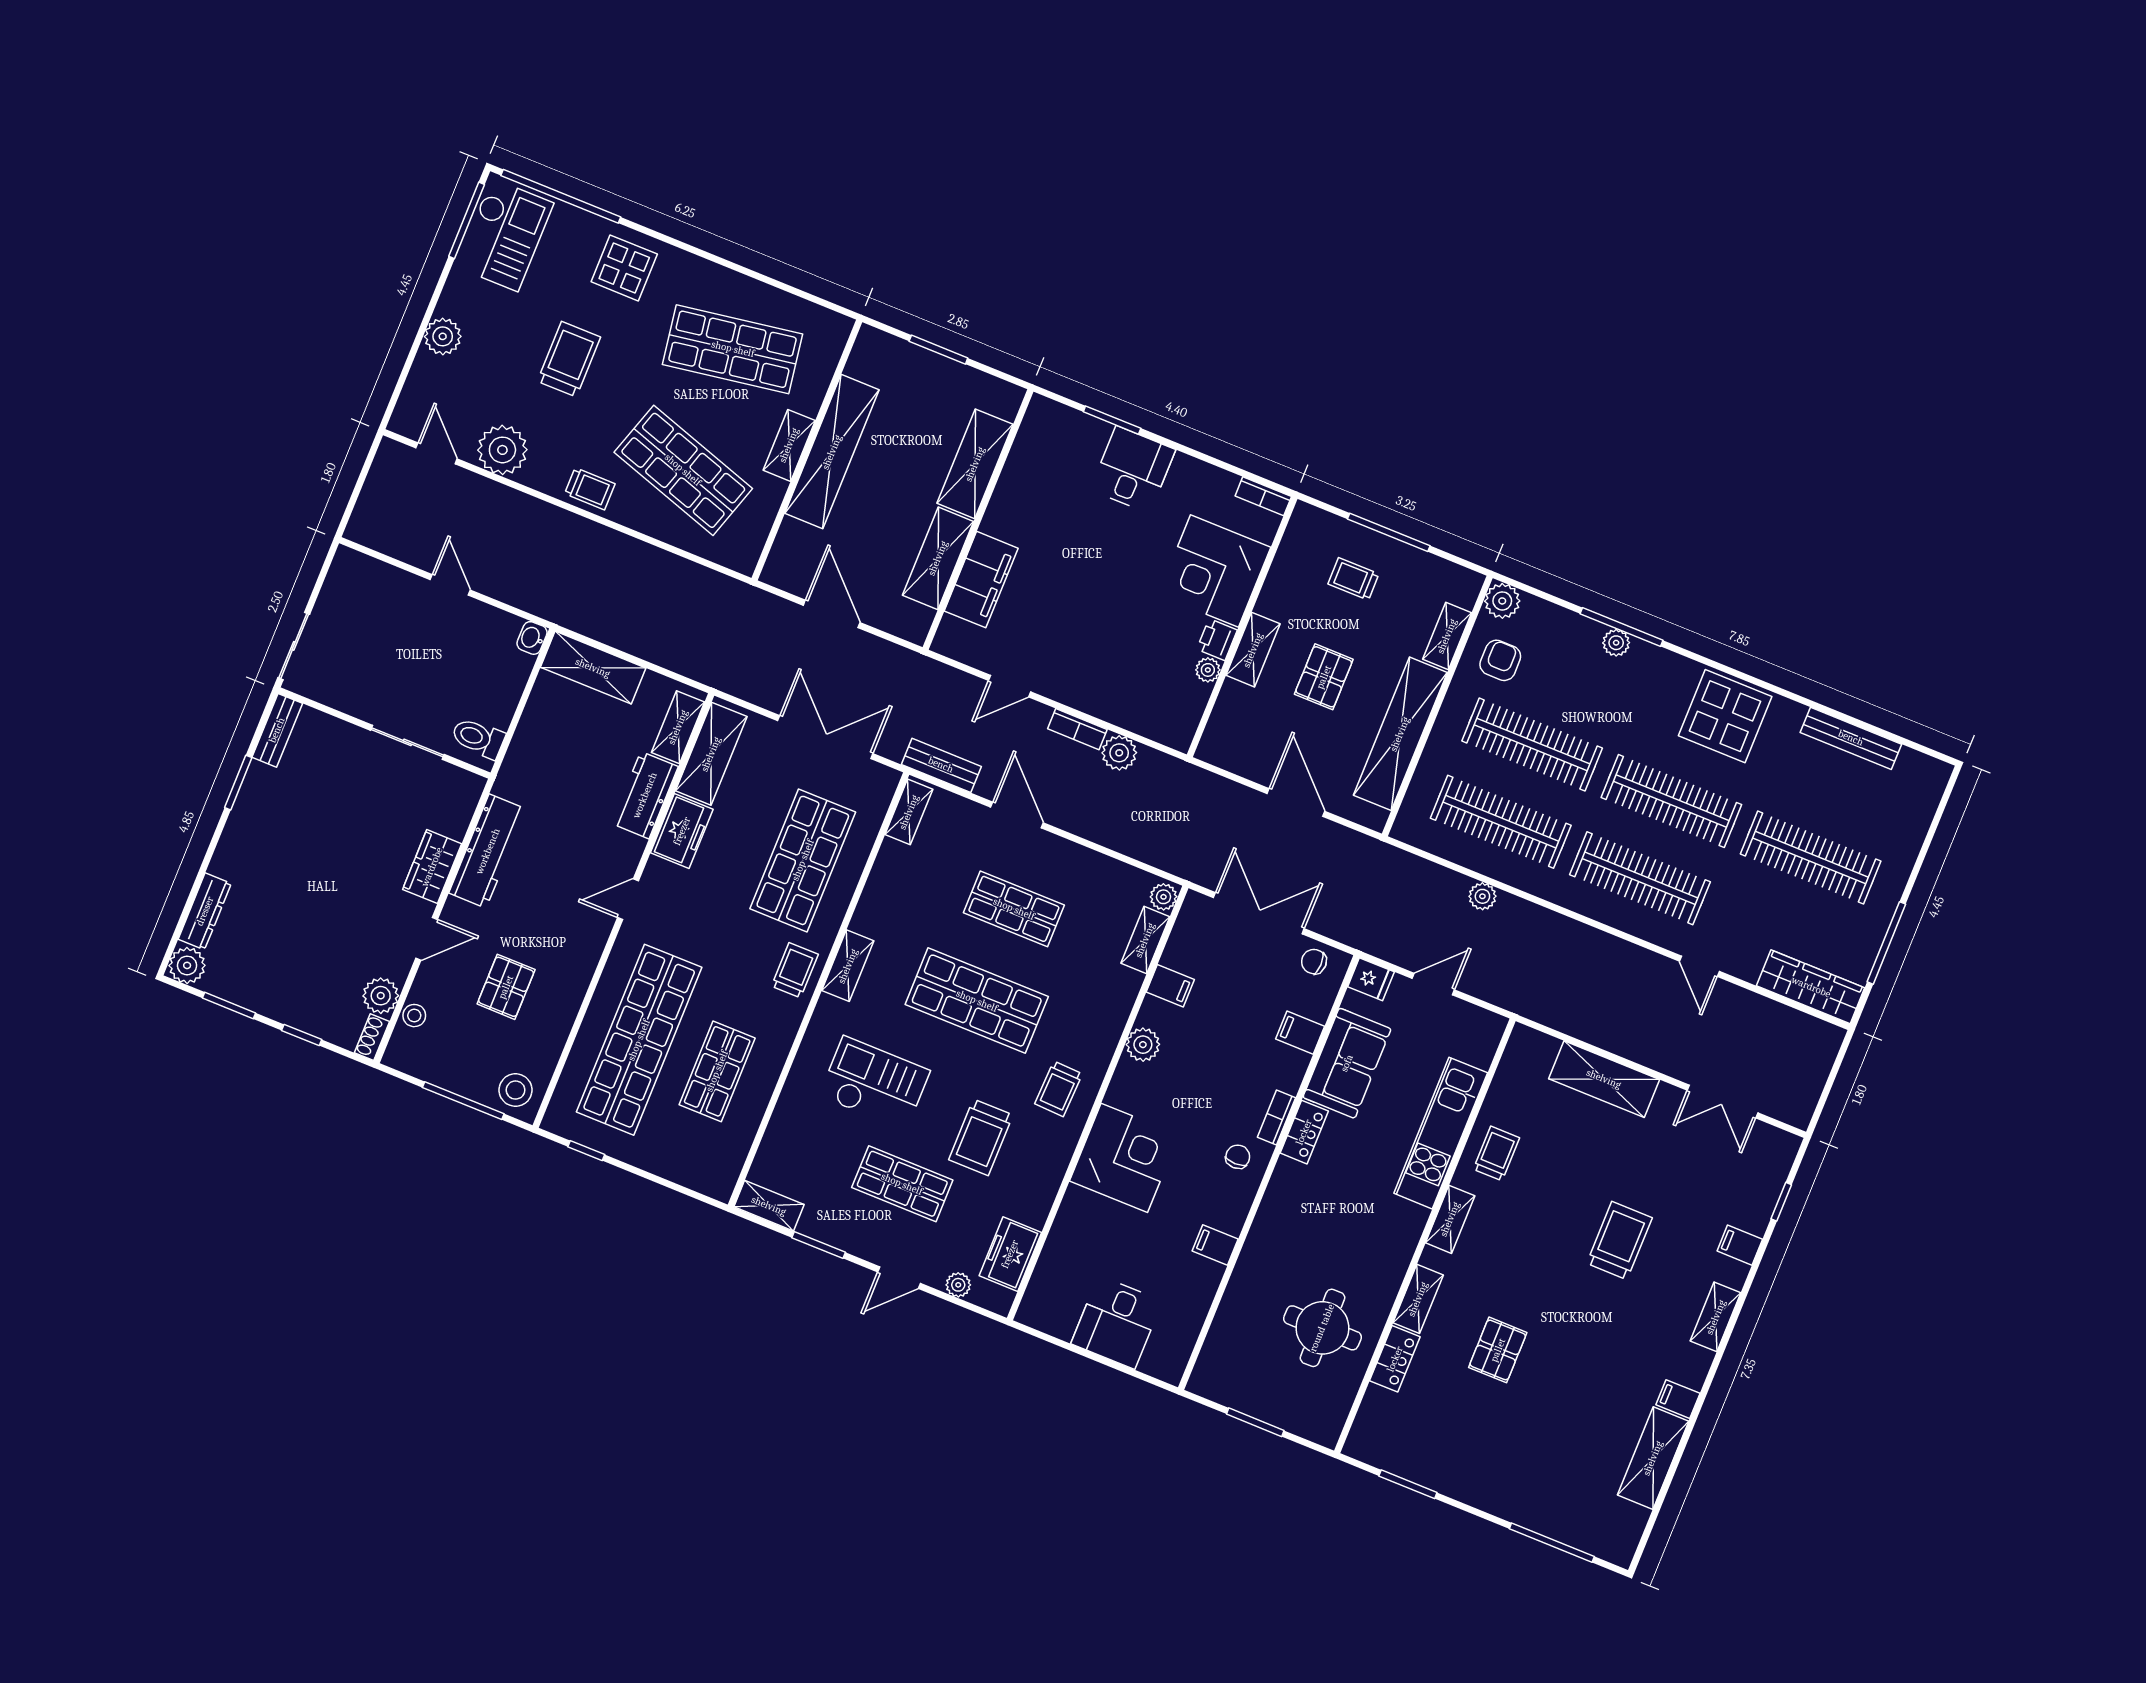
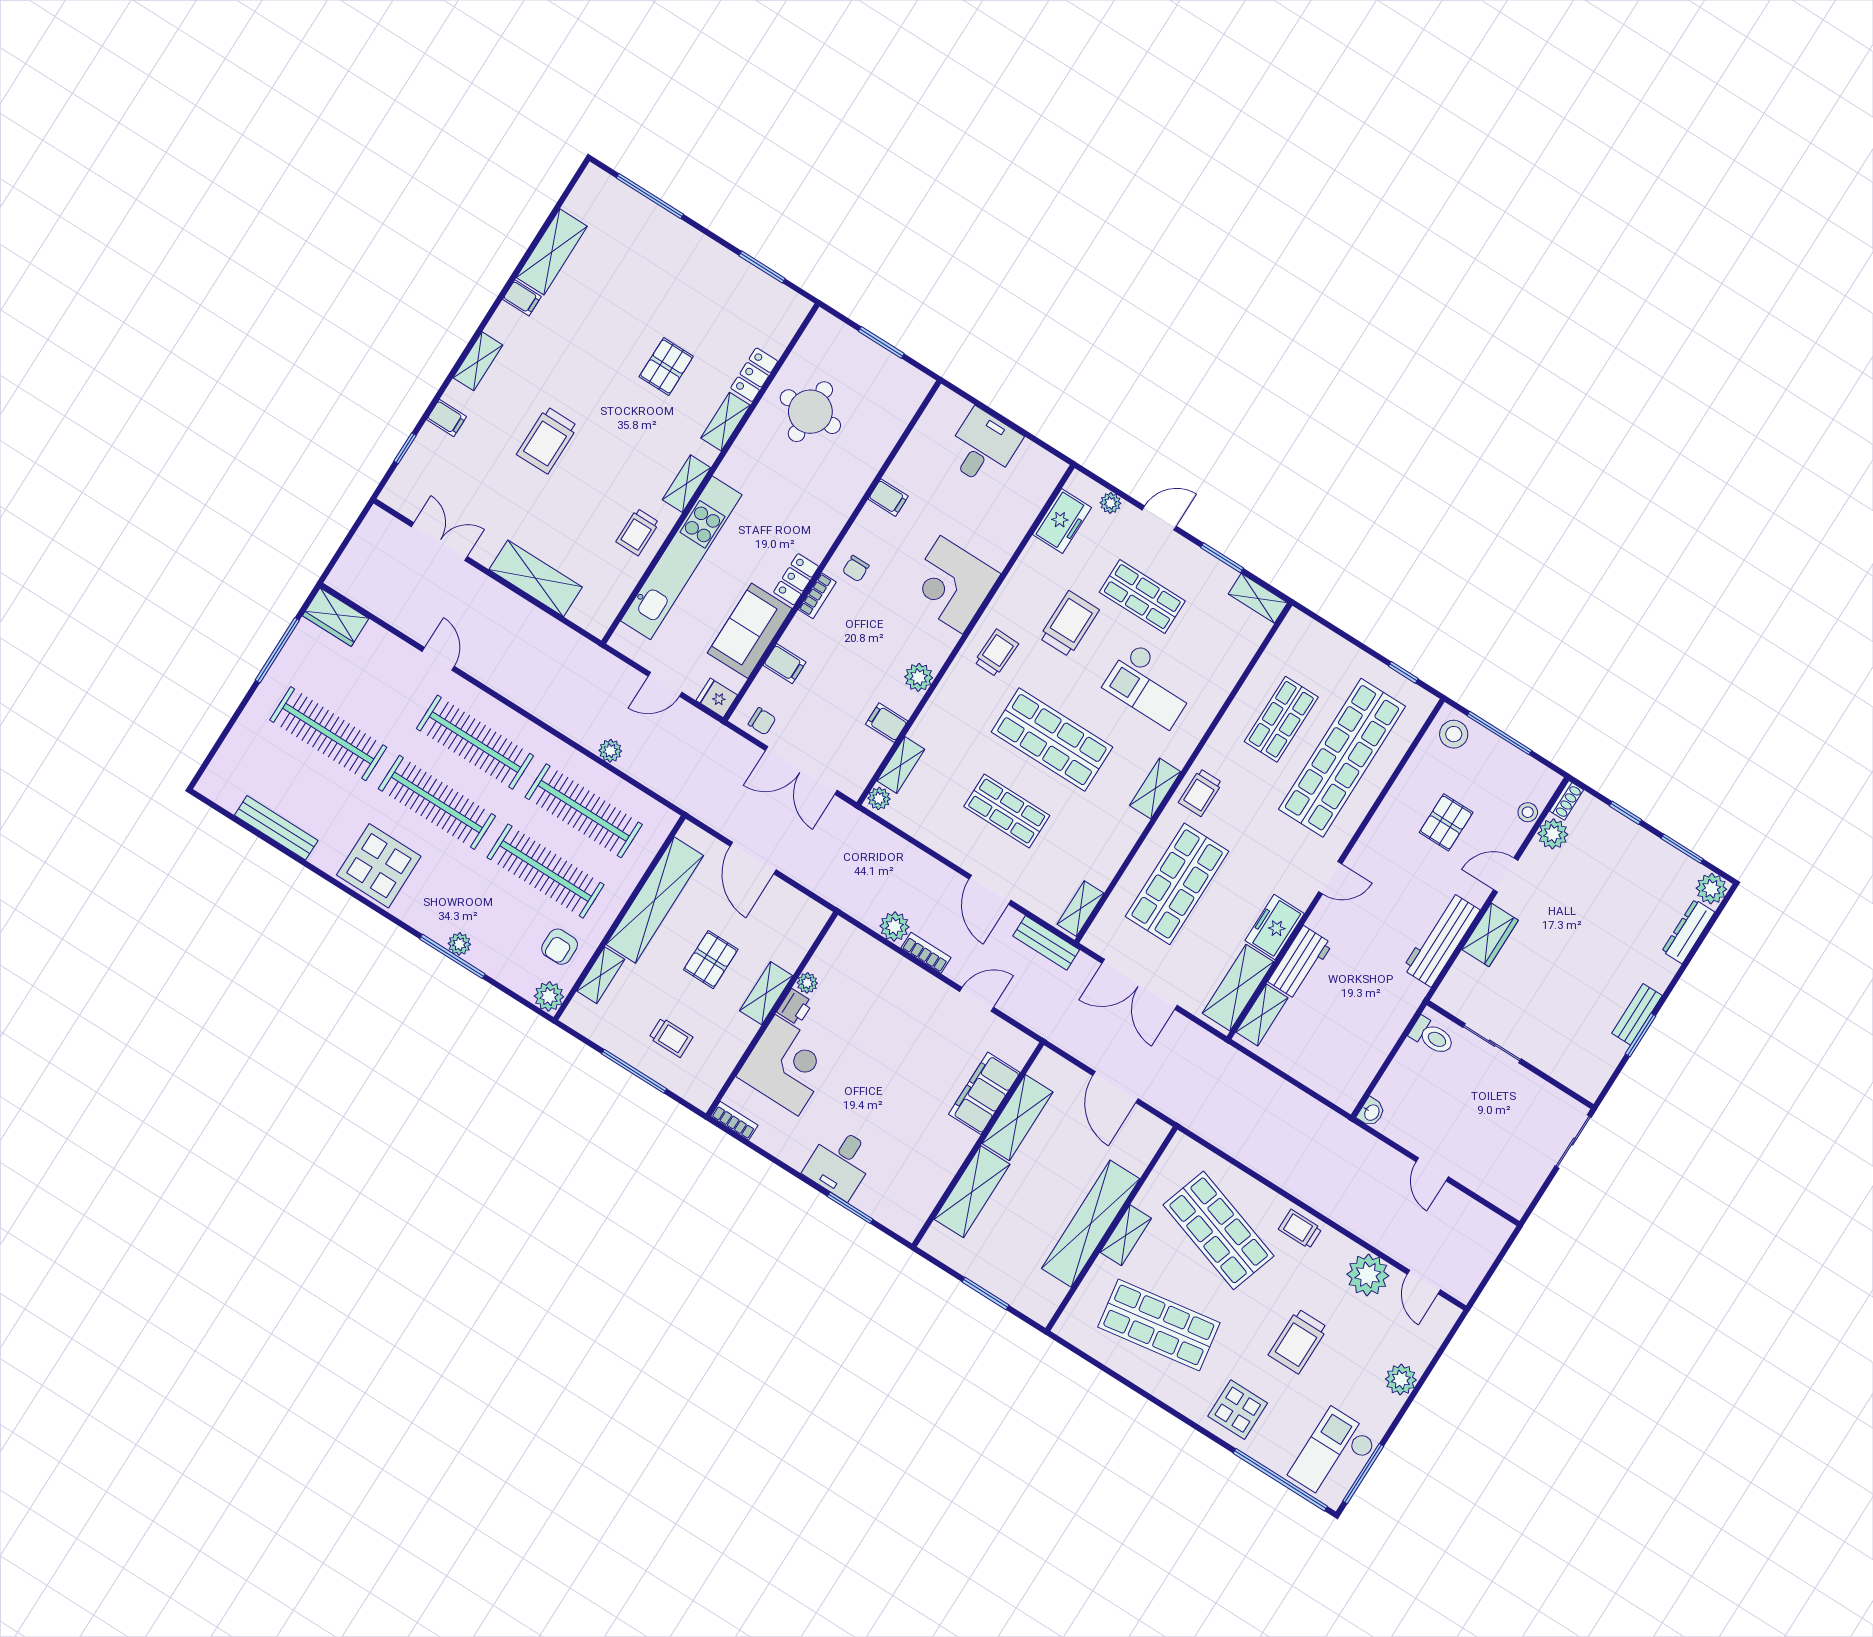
shelving: (593, 668) -> (1324, 1078), removed
bench: (277, 730) -> (1637, 1014), moved
wardrobe: (1811, 987) -> (336, 617), width x0.67
kitchen unit: (1441, 1133) -> (681, 558), width x1.36

